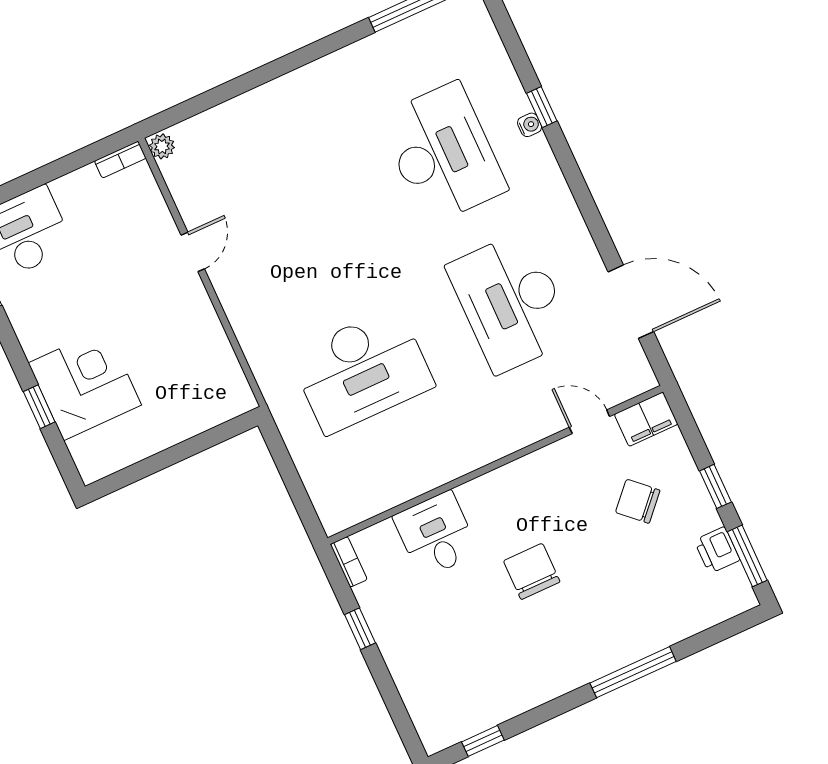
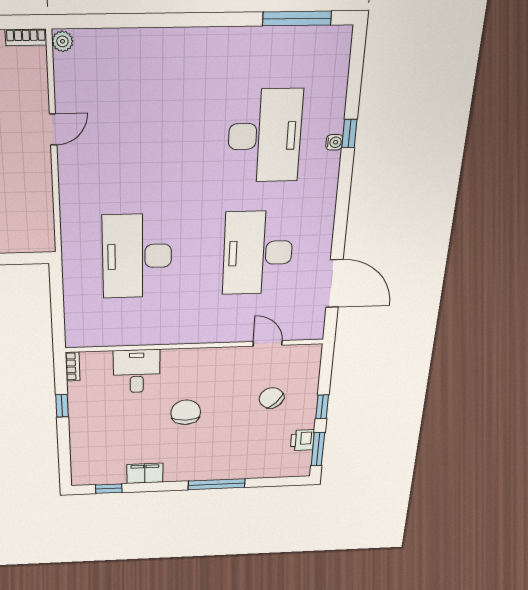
desk: (362, 370) -> (137, 256), turned 90
filing cabinet: (646, 419) -> (145, 473), moved, turned 180

